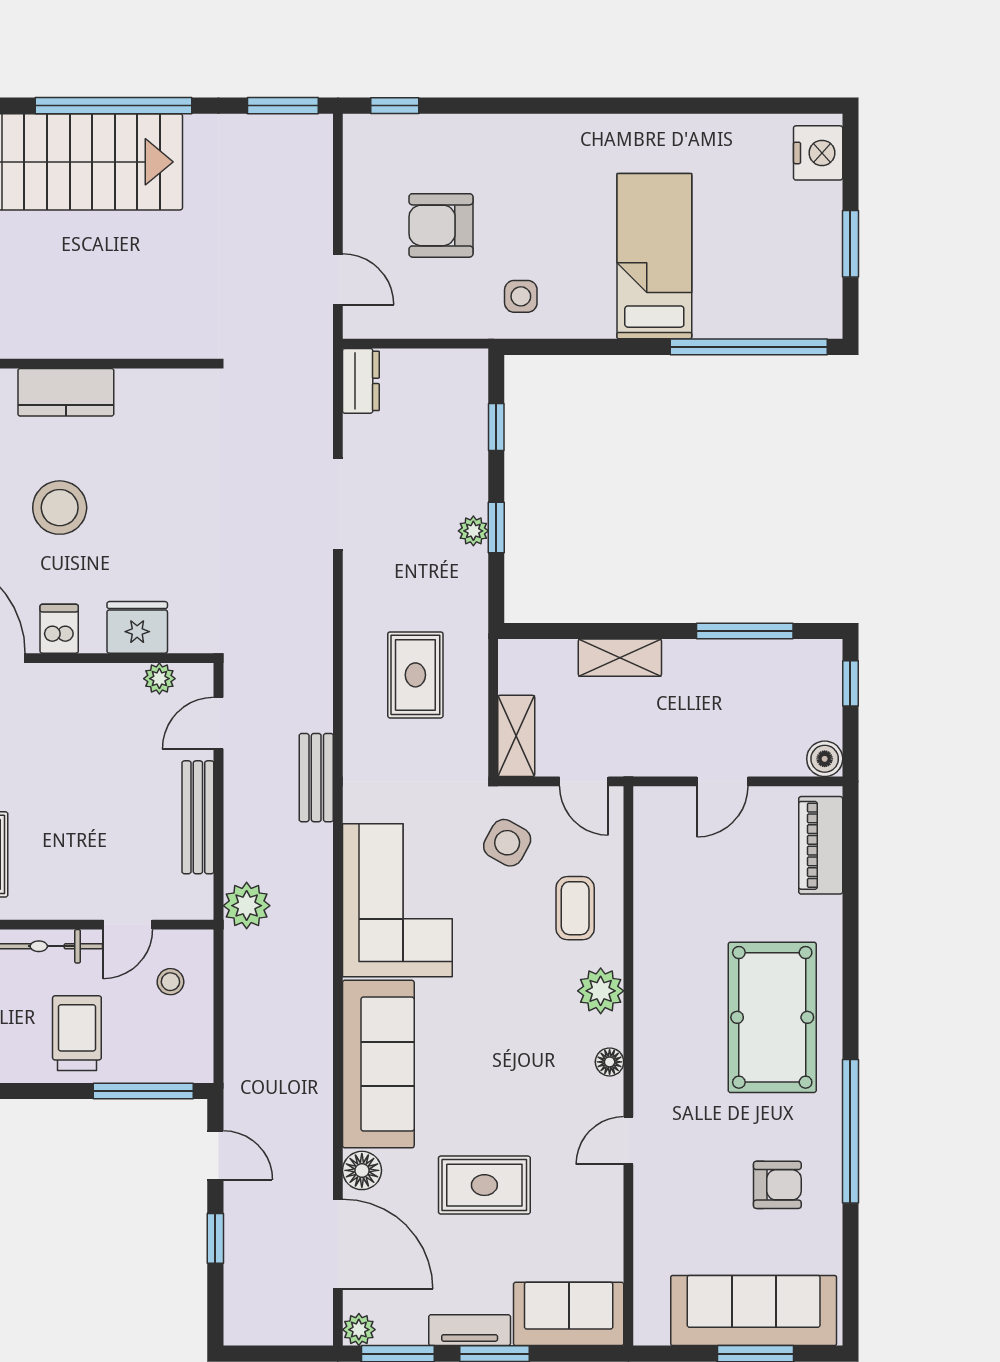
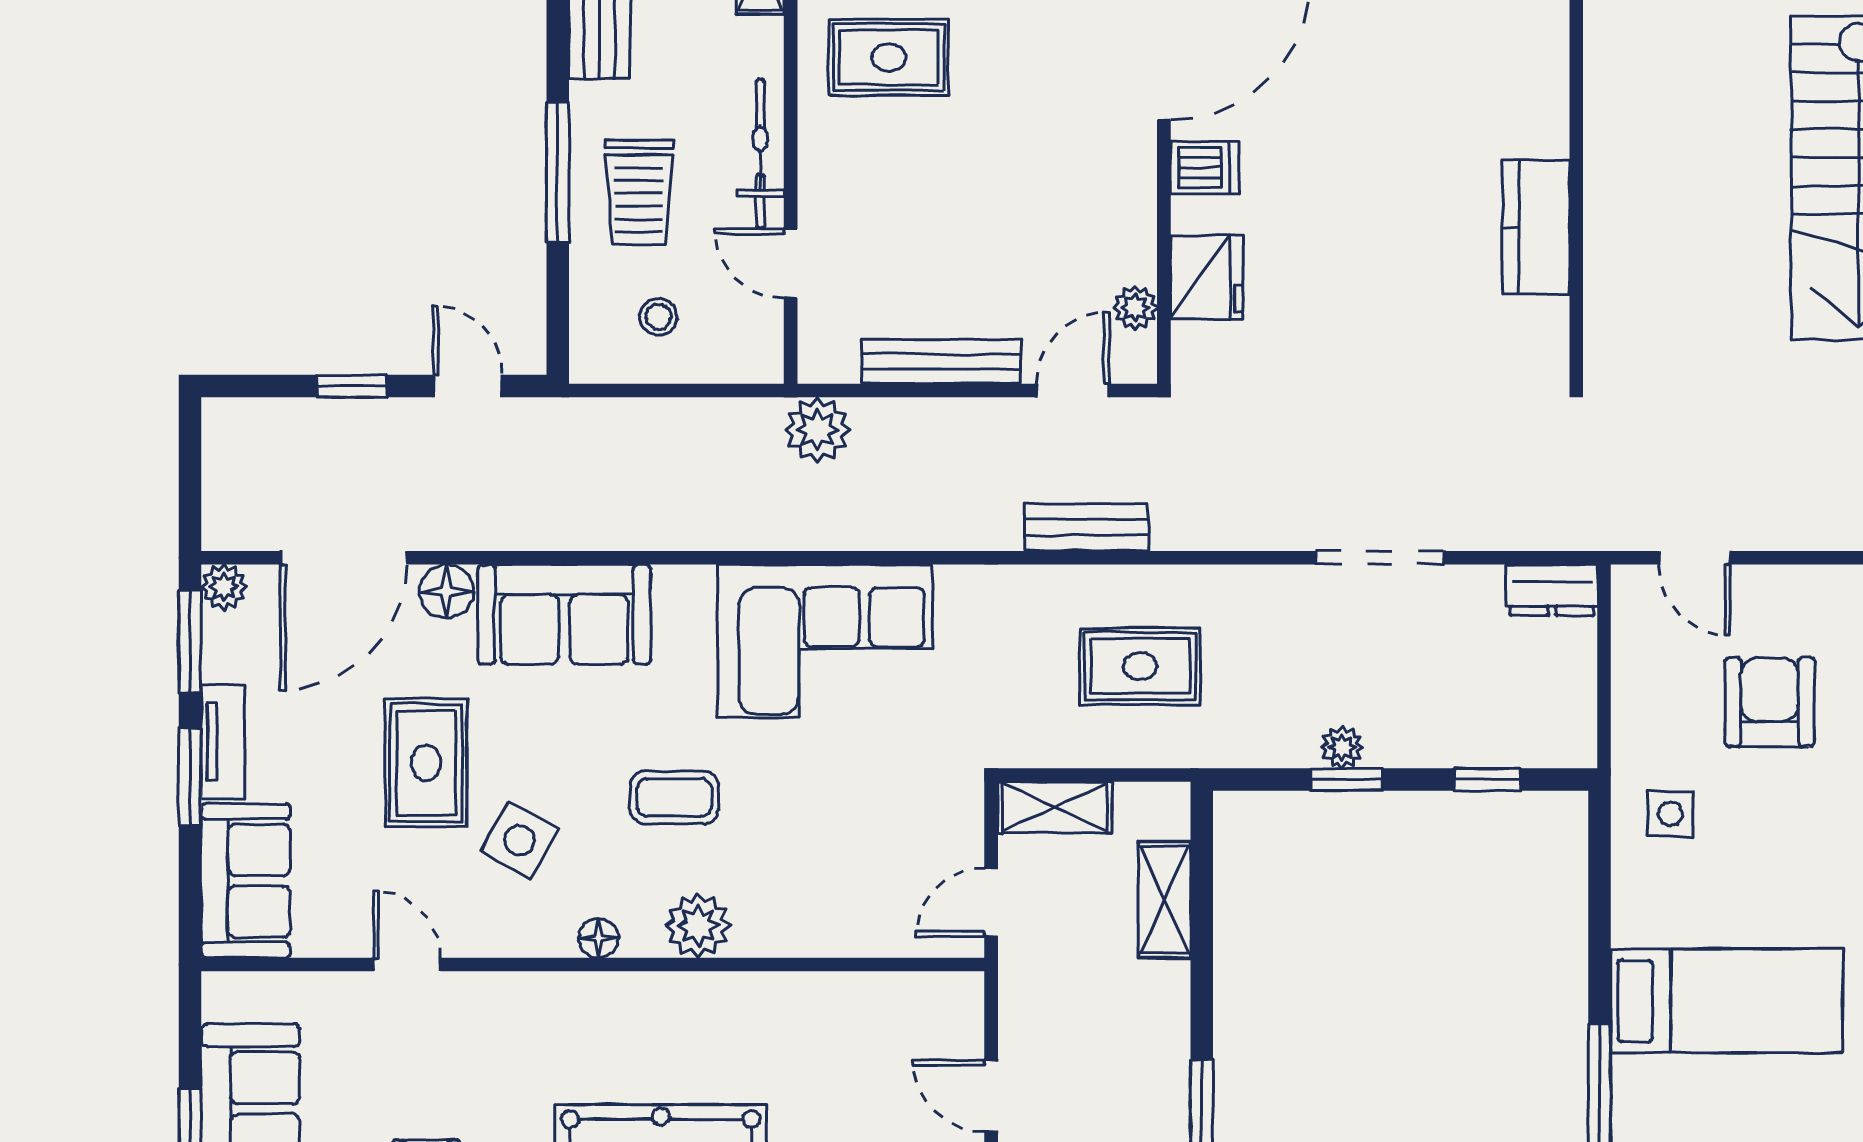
door: (338, 279) -> (1694, 558), hinge flipped
kitchen counter: (66, 392) -> (1536, 227), moved
stool: (60, 508) -> (1375, 168), removed
shelving: (620, 658) -> (1164, 900), moved
door: (219, 723) -> (1073, 391), hinge flipped
bench: (316, 778) -> (1087, 527), moved
side table: (507, 843) -> (520, 840), moved
coffee table: (575, 908) -> (674, 798), moved
stool: (170, 982) -> (658, 317), moved
trolley: (77, 1033) -> (639, 192), turned 90
sofa: (378, 1064) -> (564, 614), width x0.73
window: (143, 1091) -> (558, 172), moved
door: (628, 1141) -> (407, 964), moved
door: (215, 1155) -> (468, 386), swing flipped

